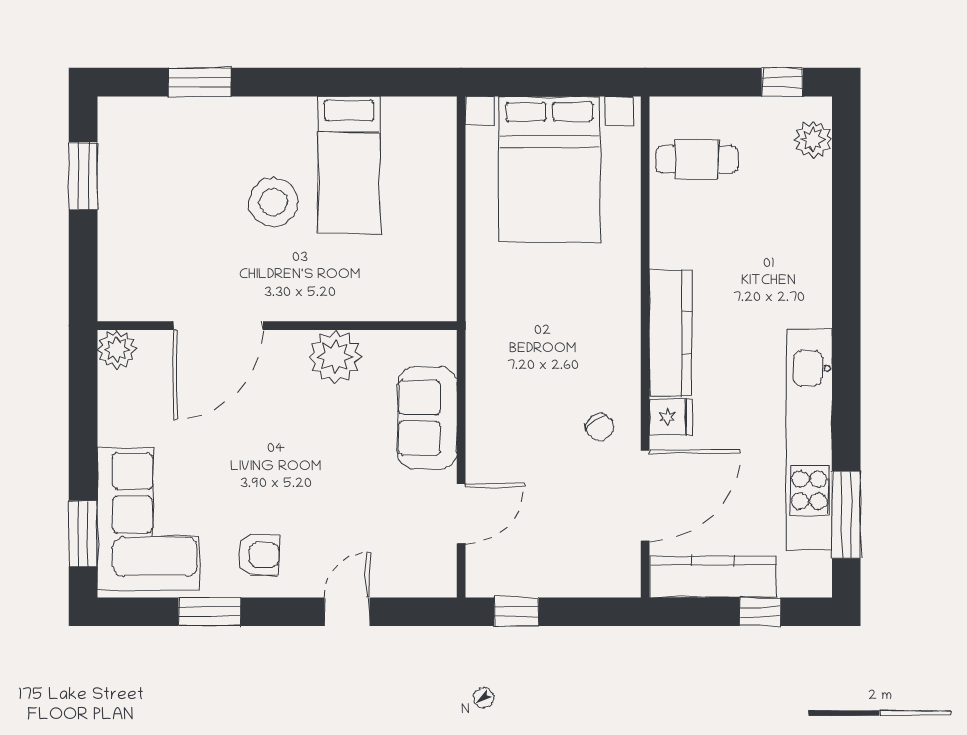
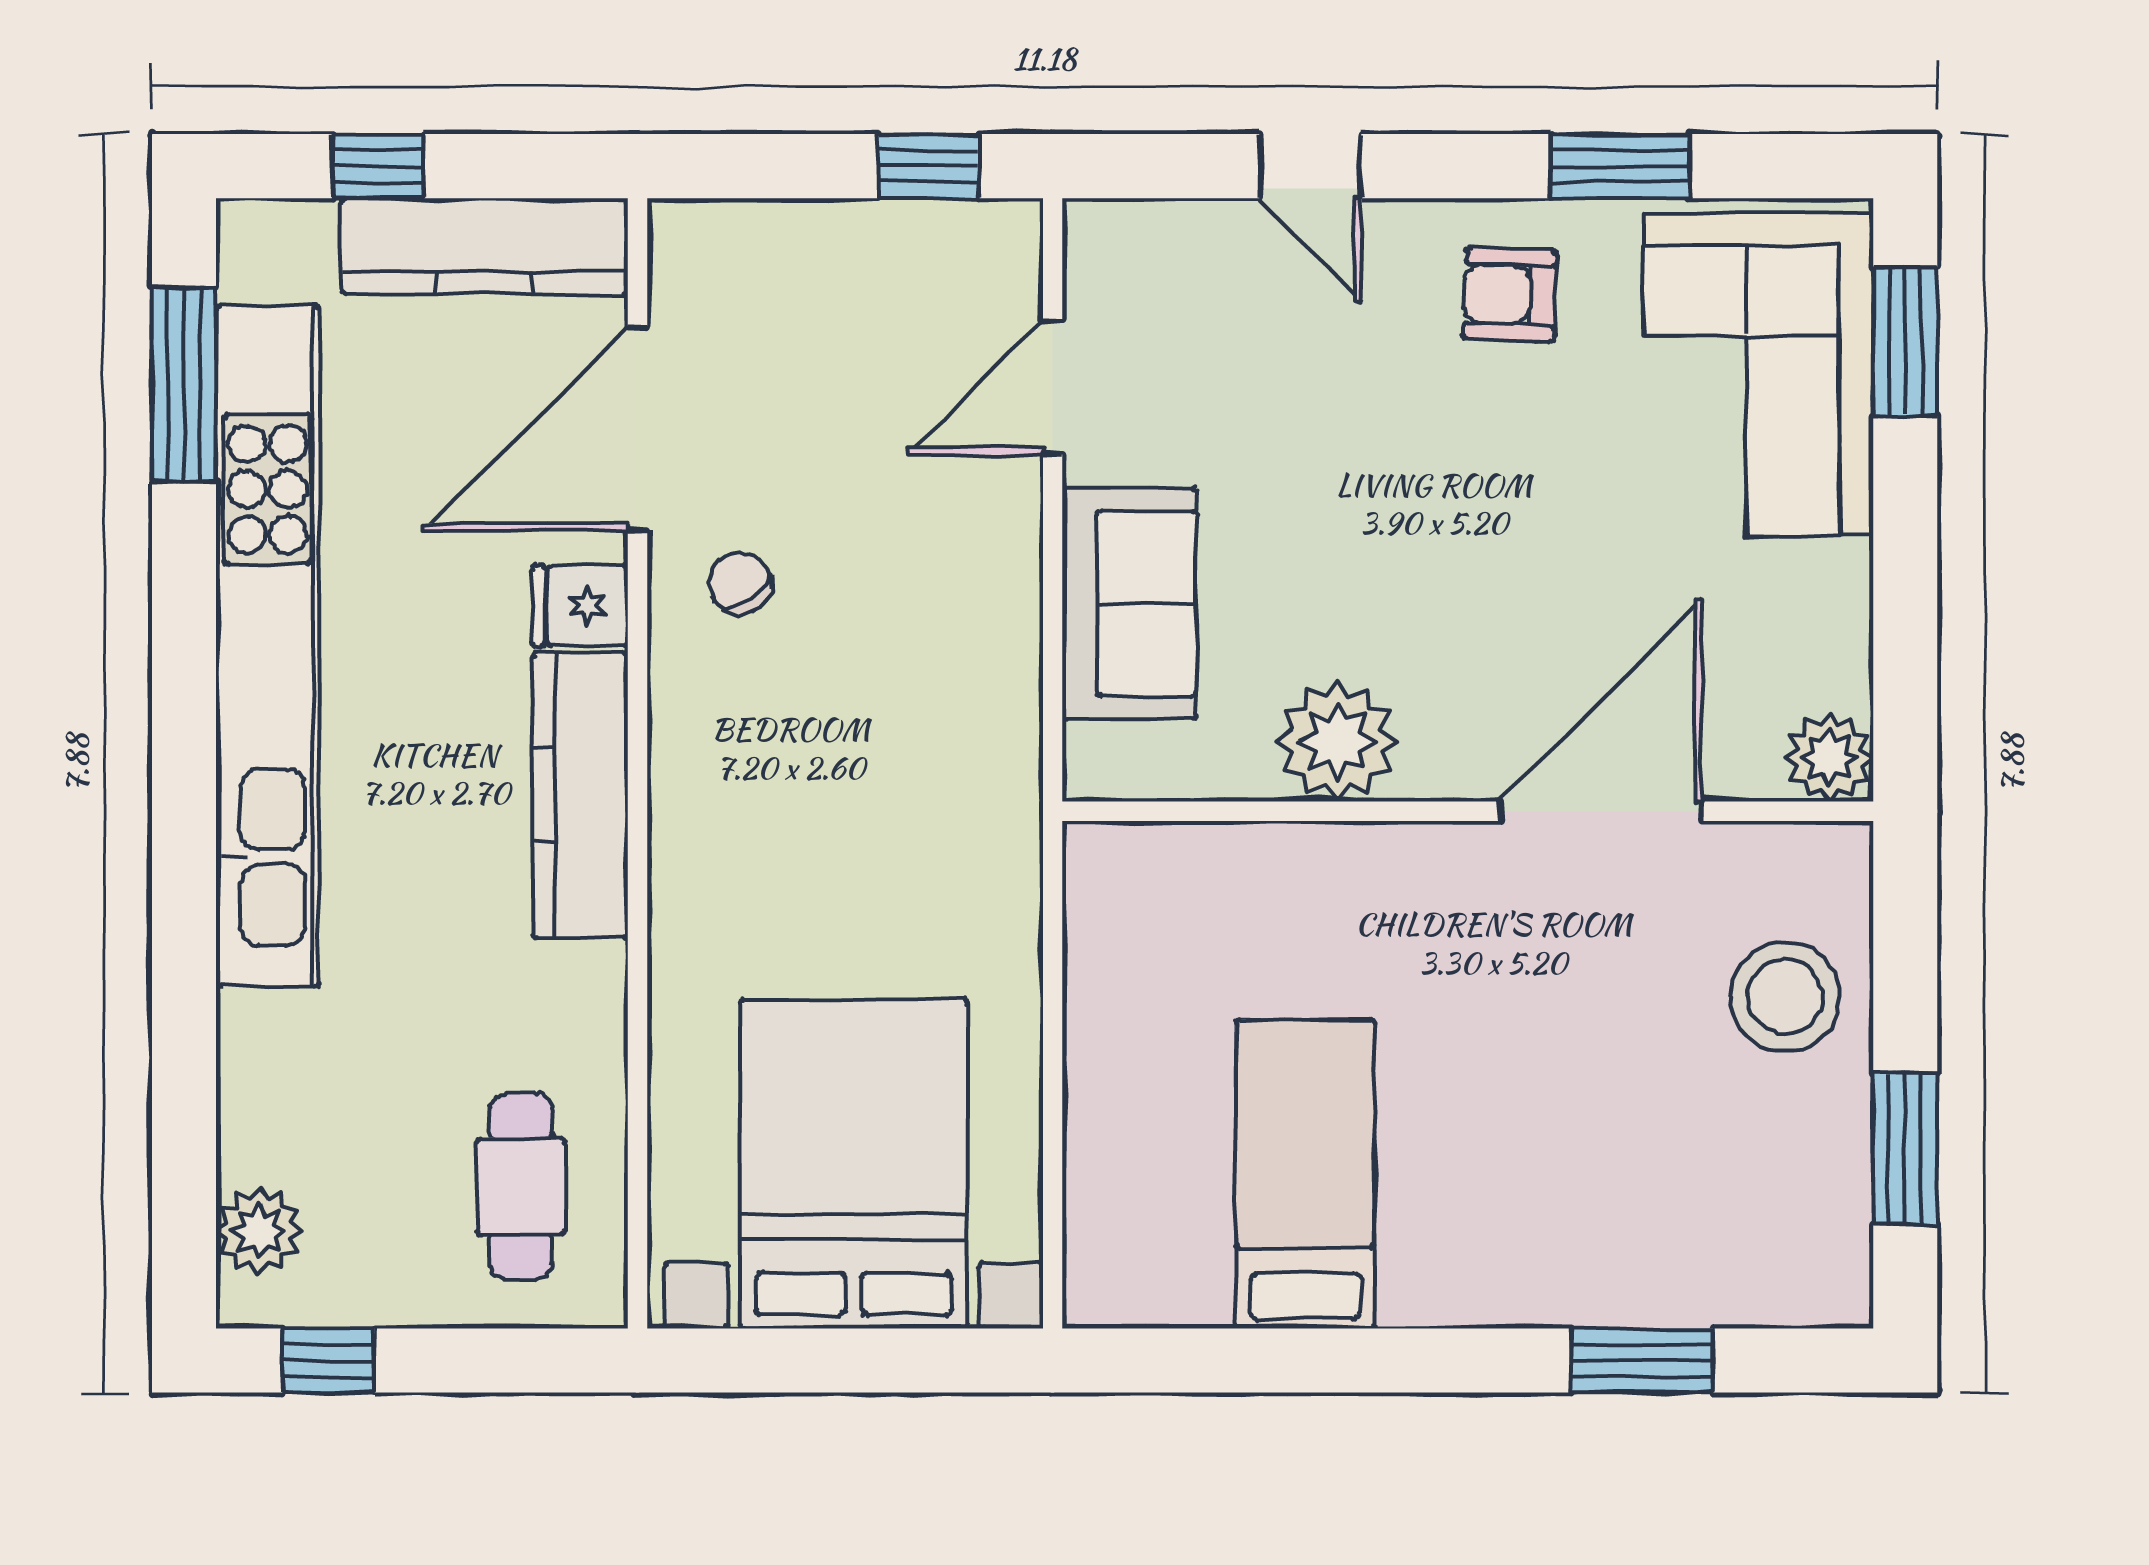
cafe table: (697, 159) -> (521, 1186), turned 90
stool: (273, 202) -> (1785, 997), moved
kitchen unit: (809, 439) -> (268, 646), width x1.36
door: (347, 612) -> (1310, 166), hinge flipped

